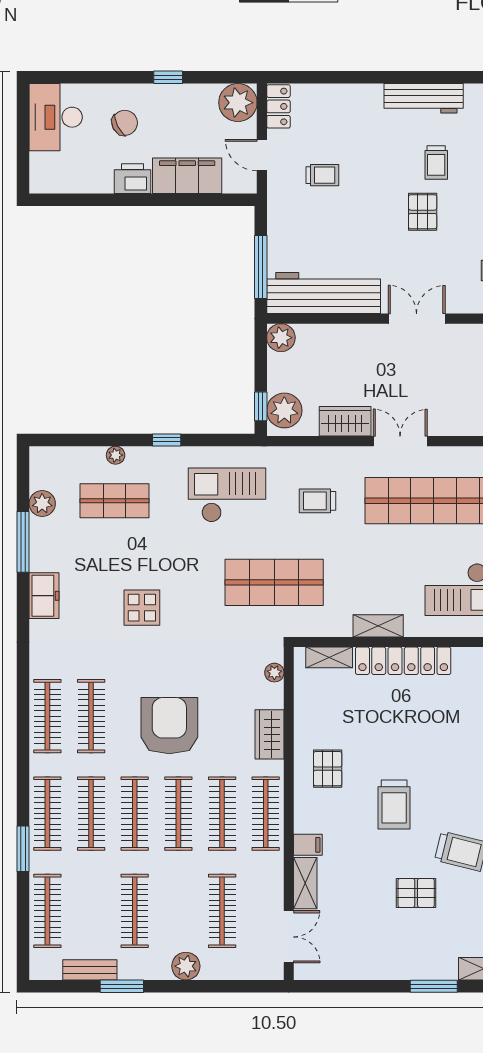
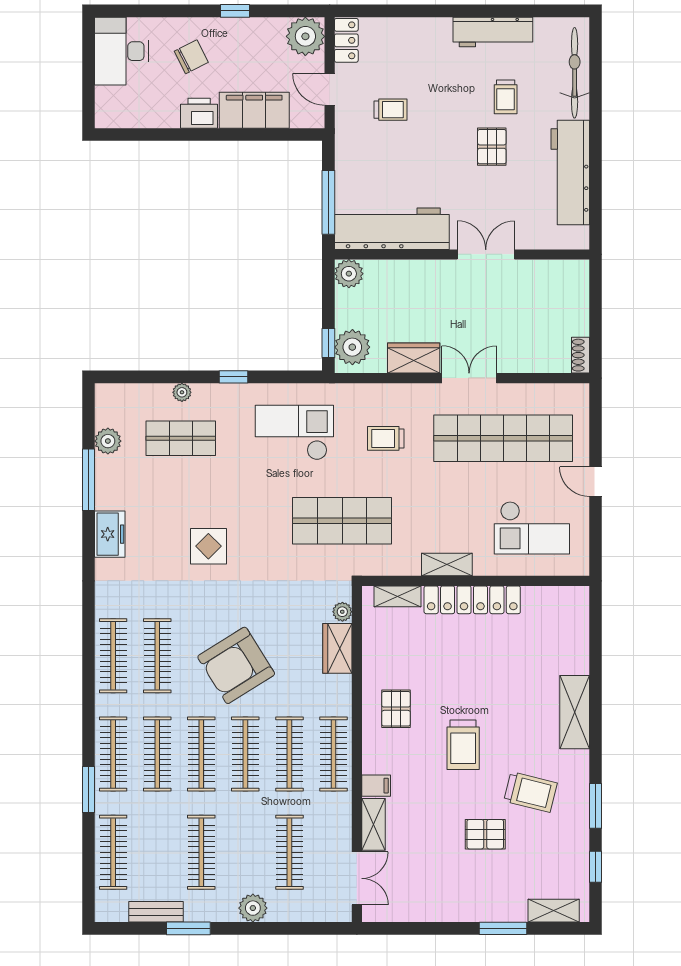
armchair: (169, 726) -> (236, 665), turned -122
wardrobe: (270, 734) -> (337, 648), moved

